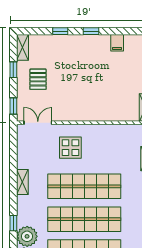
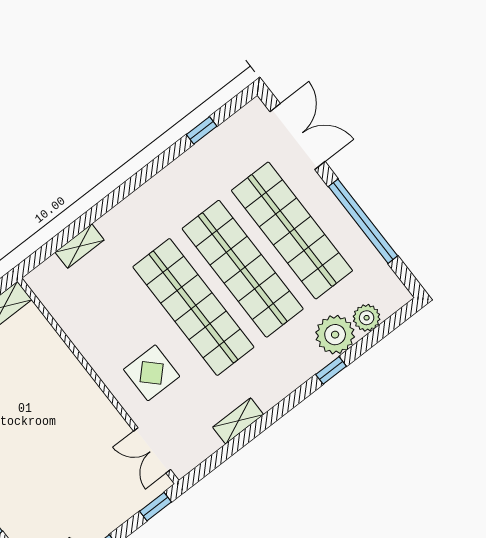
pallet: (38, 79) -> (87, 501), removed
shelving: (22, 182) -> (238, 421), moved

